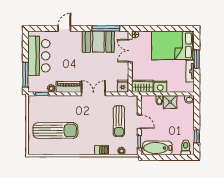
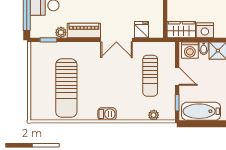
fridge: (123, 86) -> (142, 30), moved
double door: (93, 94) -> (116, 40), swing flipped
washing machine: (149, 102) -> (190, 50), added
sun lounger: (55, 130) -> (66, 88), turned 90
barbecue: (102, 150) -> (107, 114), moved

